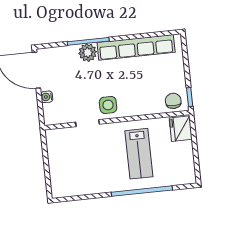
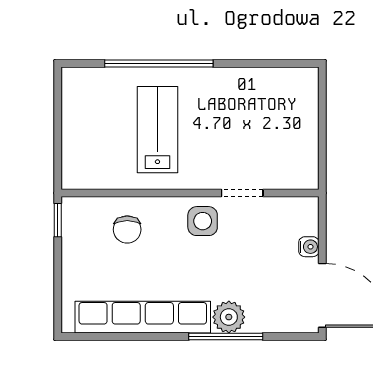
chair: (173, 101) -> (127, 230), moved
fridge: (181, 129) -> (79, 166), removed

